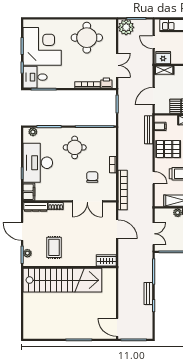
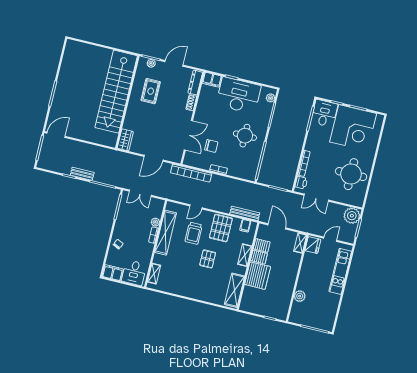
double door: (87, 201) -> (188, 135), swing flipped
rug: (54, 247) -> (151, 91), turned 90

